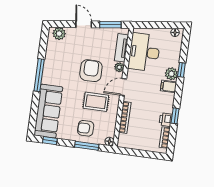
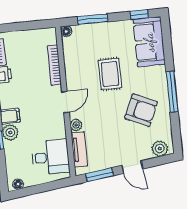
desk: (144, 52) -> (50, 157), width x0.73
armchair: (91, 71) -> (141, 110), moved, turned -66
rug: (96, 102) -> (110, 74), moved, turned 90
sofa: (48, 111) -> (149, 42), width x0.73
armchair: (86, 128) -> (99, 40), removed

